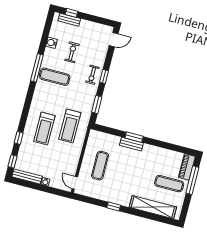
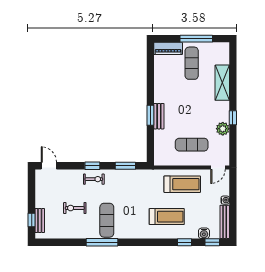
water cooler: (52, 43) -> (204, 233), moved
treadmill: (70, 126) -> (182, 184), moved
window: (192, 180) -> (196, 39), moved
plant: (107, 195) -> (223, 129), added
shelving: (153, 207) -> (222, 83), width x0.68

